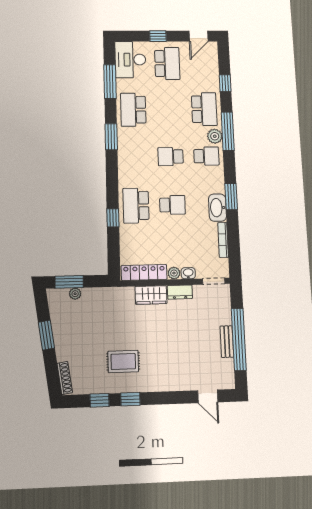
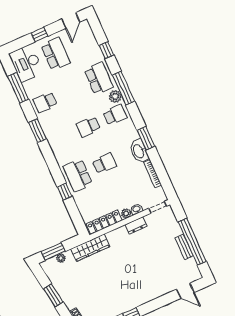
school desk: (133, 110) -> (45, 102), width x0.54
wardrobe: (151, 295) -> (90, 248), moved, width x1.50
rug: (123, 361) -> (115, 291), removed

